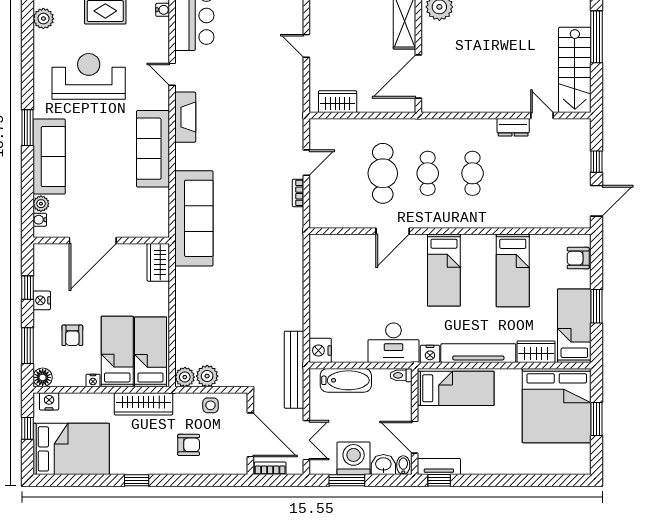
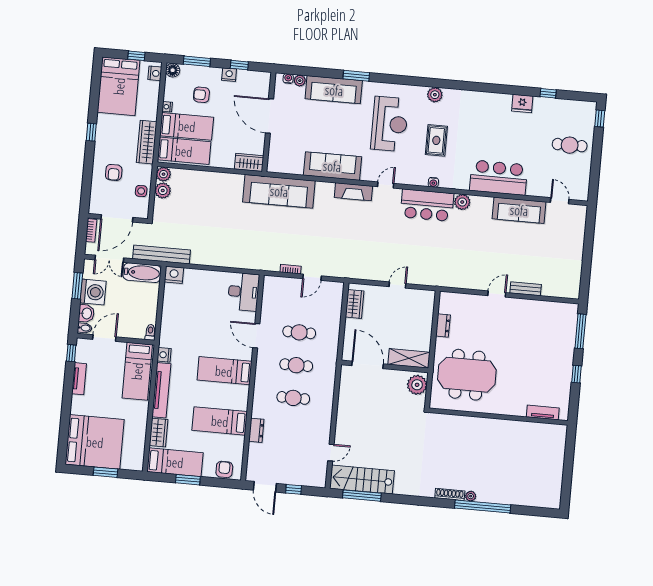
window: (597, 37) -> (362, 496), moved
dresser: (513, 127) -> (256, 430), moved, turned 180
door: (306, 163) -> (312, 277), hinge flipped
cafe table: (383, 173) -> (299, 332), width x0.73, depth x0.74
desk: (393, 343) -> (243, 292), moved, turned 180
bathtub: (346, 380) -> (142, 273), moved, turned -90
bed: (557, 406) -> (95, 442), moved, turned 180
tv unit: (439, 466) -> (79, 379), moved

